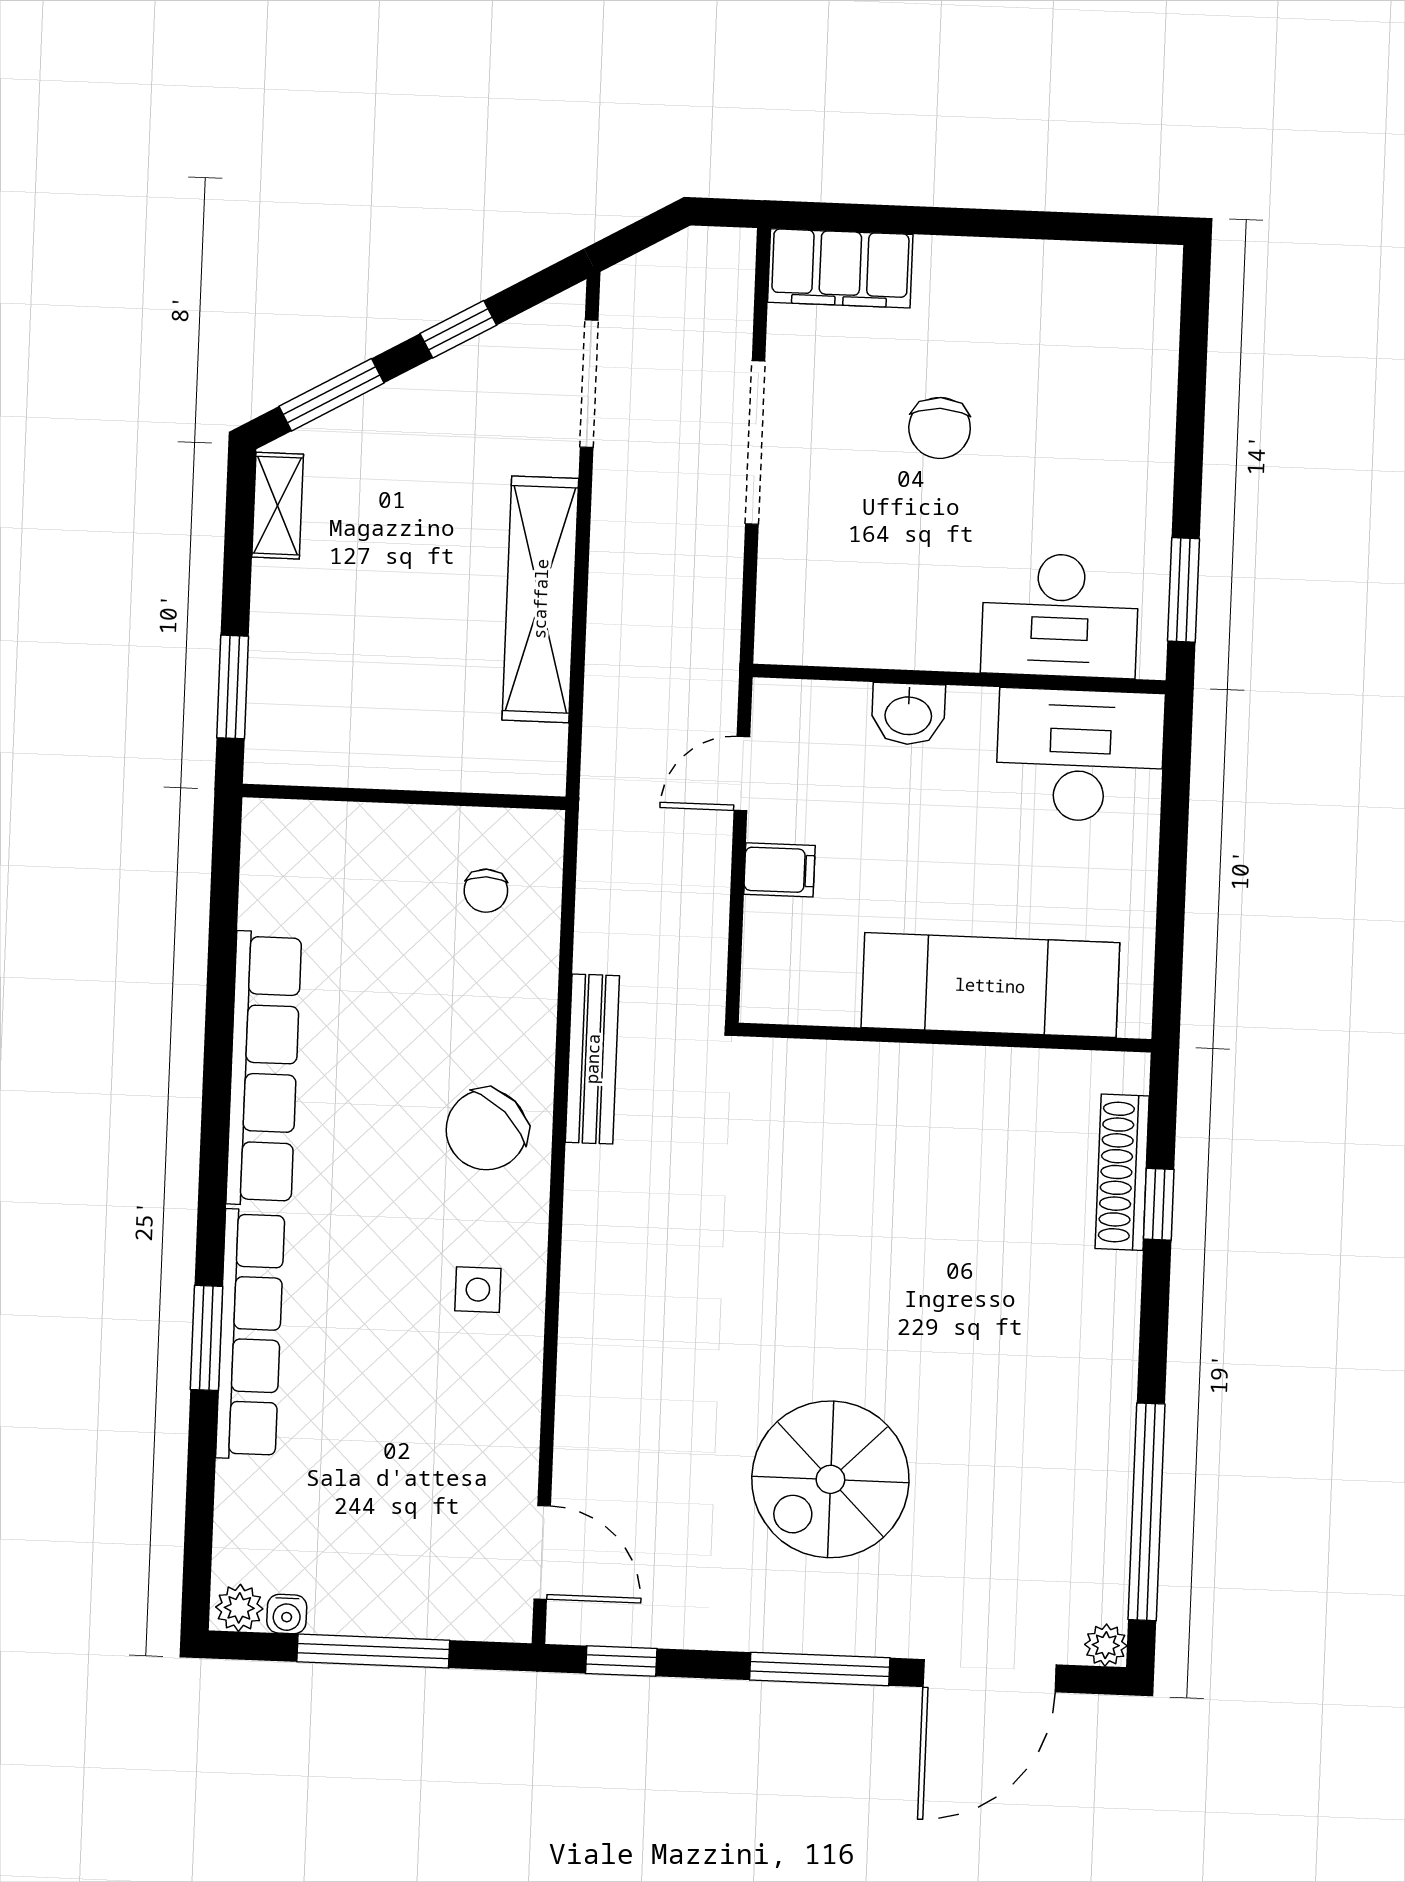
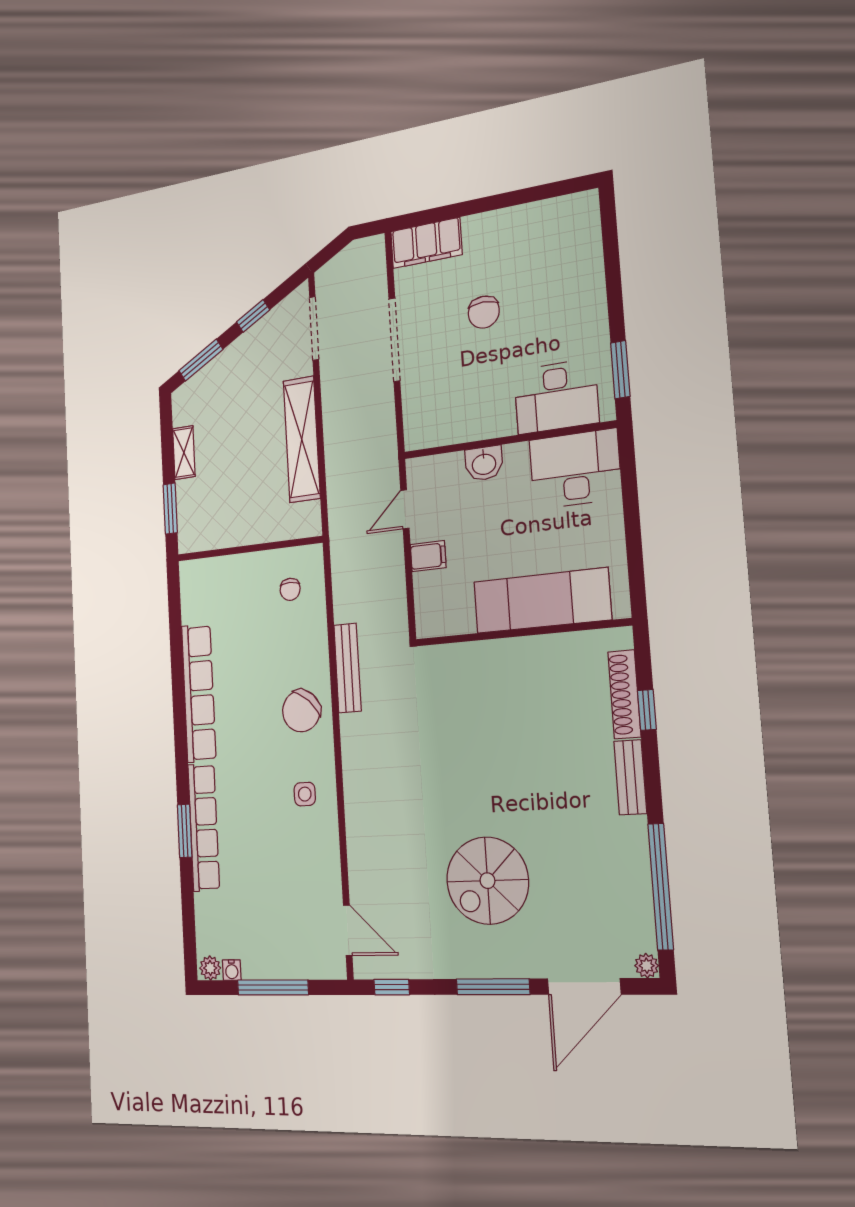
shelving: (278, 506) -> (184, 453), moved
bench: (1115, 1319) -> (630, 777), added

